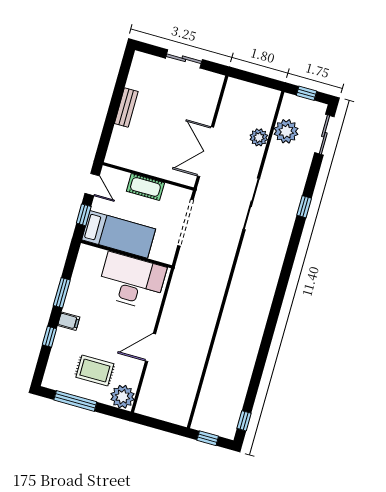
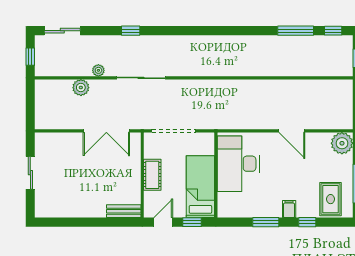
bench: (126, 107) -> (124, 211), moved
plant: (286, 131) -> (98, 70), moved, width x0.53, depth x0.53
rug: (95, 371) -> (331, 199), moved
window: (255, 381) -> (296, 31), added

